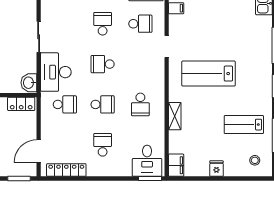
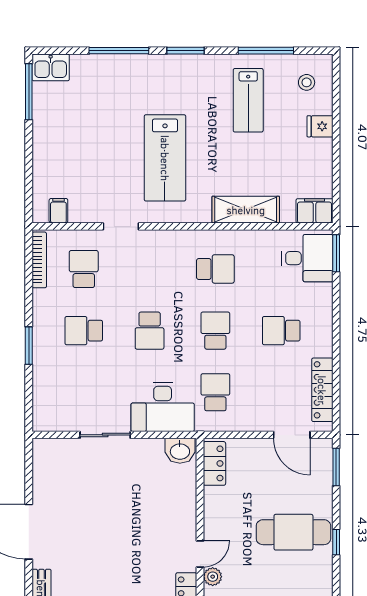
shelving: (175, 116) -> (246, 210), width x1.50, depth x1.33
fridge: (216, 169) -> (320, 126), moved

